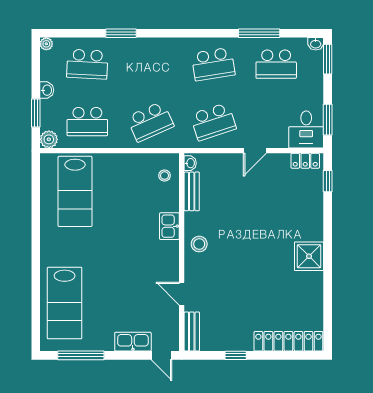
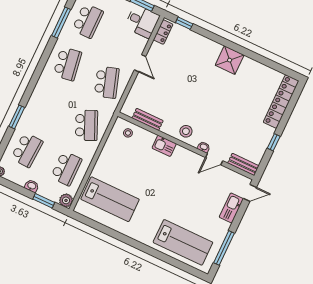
washbasin: (190, 163) -> (204, 147), moved

